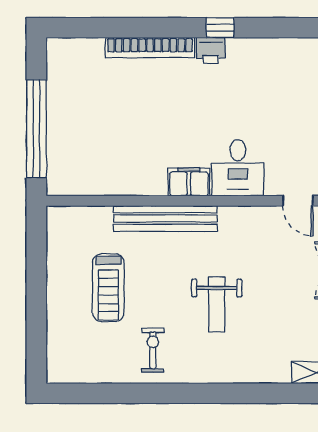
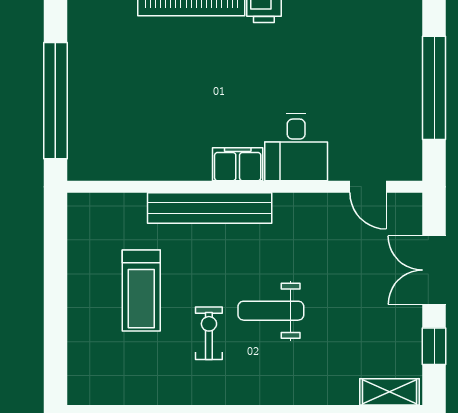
weight bench: (217, 304) -> (271, 311), turned 90
exercise bike: (153, 350) -> (209, 333), moved

